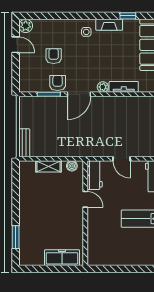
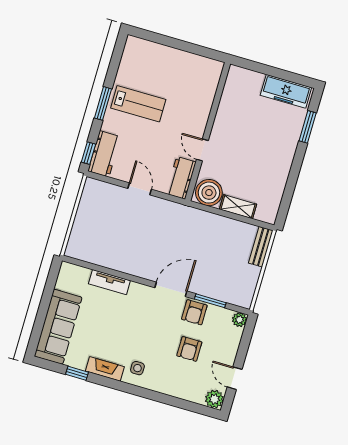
plant: (103, 87) -> (240, 320), moved
boiler: (72, 166) -> (209, 193), width x1.86, depth x1.86
freezer: (62, 258) -> (286, 91), moved

